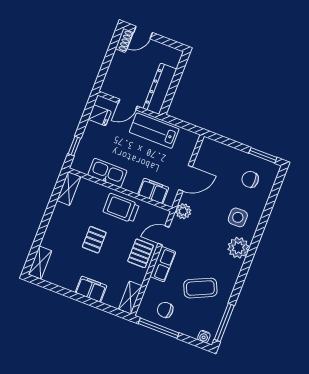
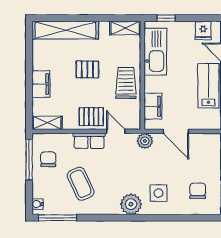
kitchen sink: (107, 173) -> (155, 52), width x1.36, depth x1.24
shelving: (40, 262) -> (65, 30), width x2.20, depth x1.33

